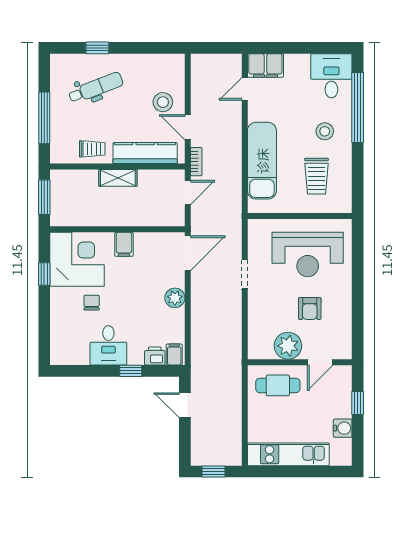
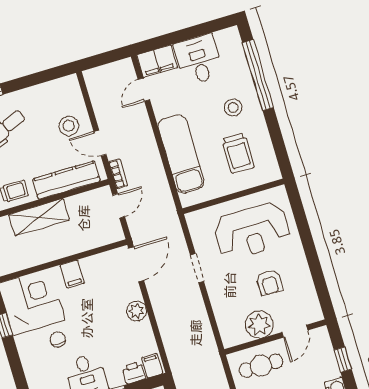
desk: (331, 76) -> (199, 60), moved
shelving: (118, 178) -> (39, 217), width x1.50, depth x1.33

